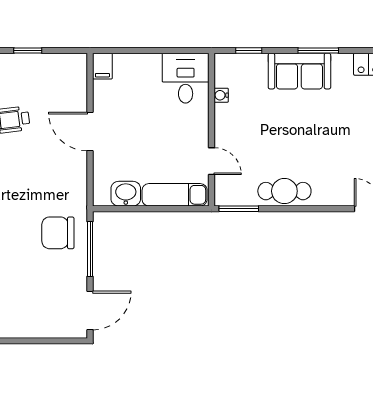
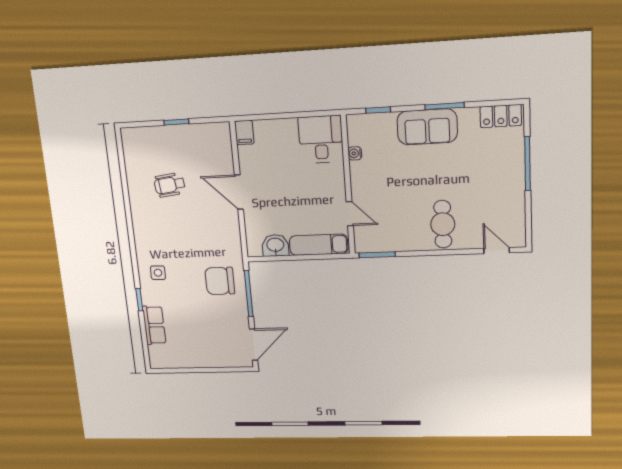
cafe table: (284, 191) -> (443, 224), moved, turned 90

